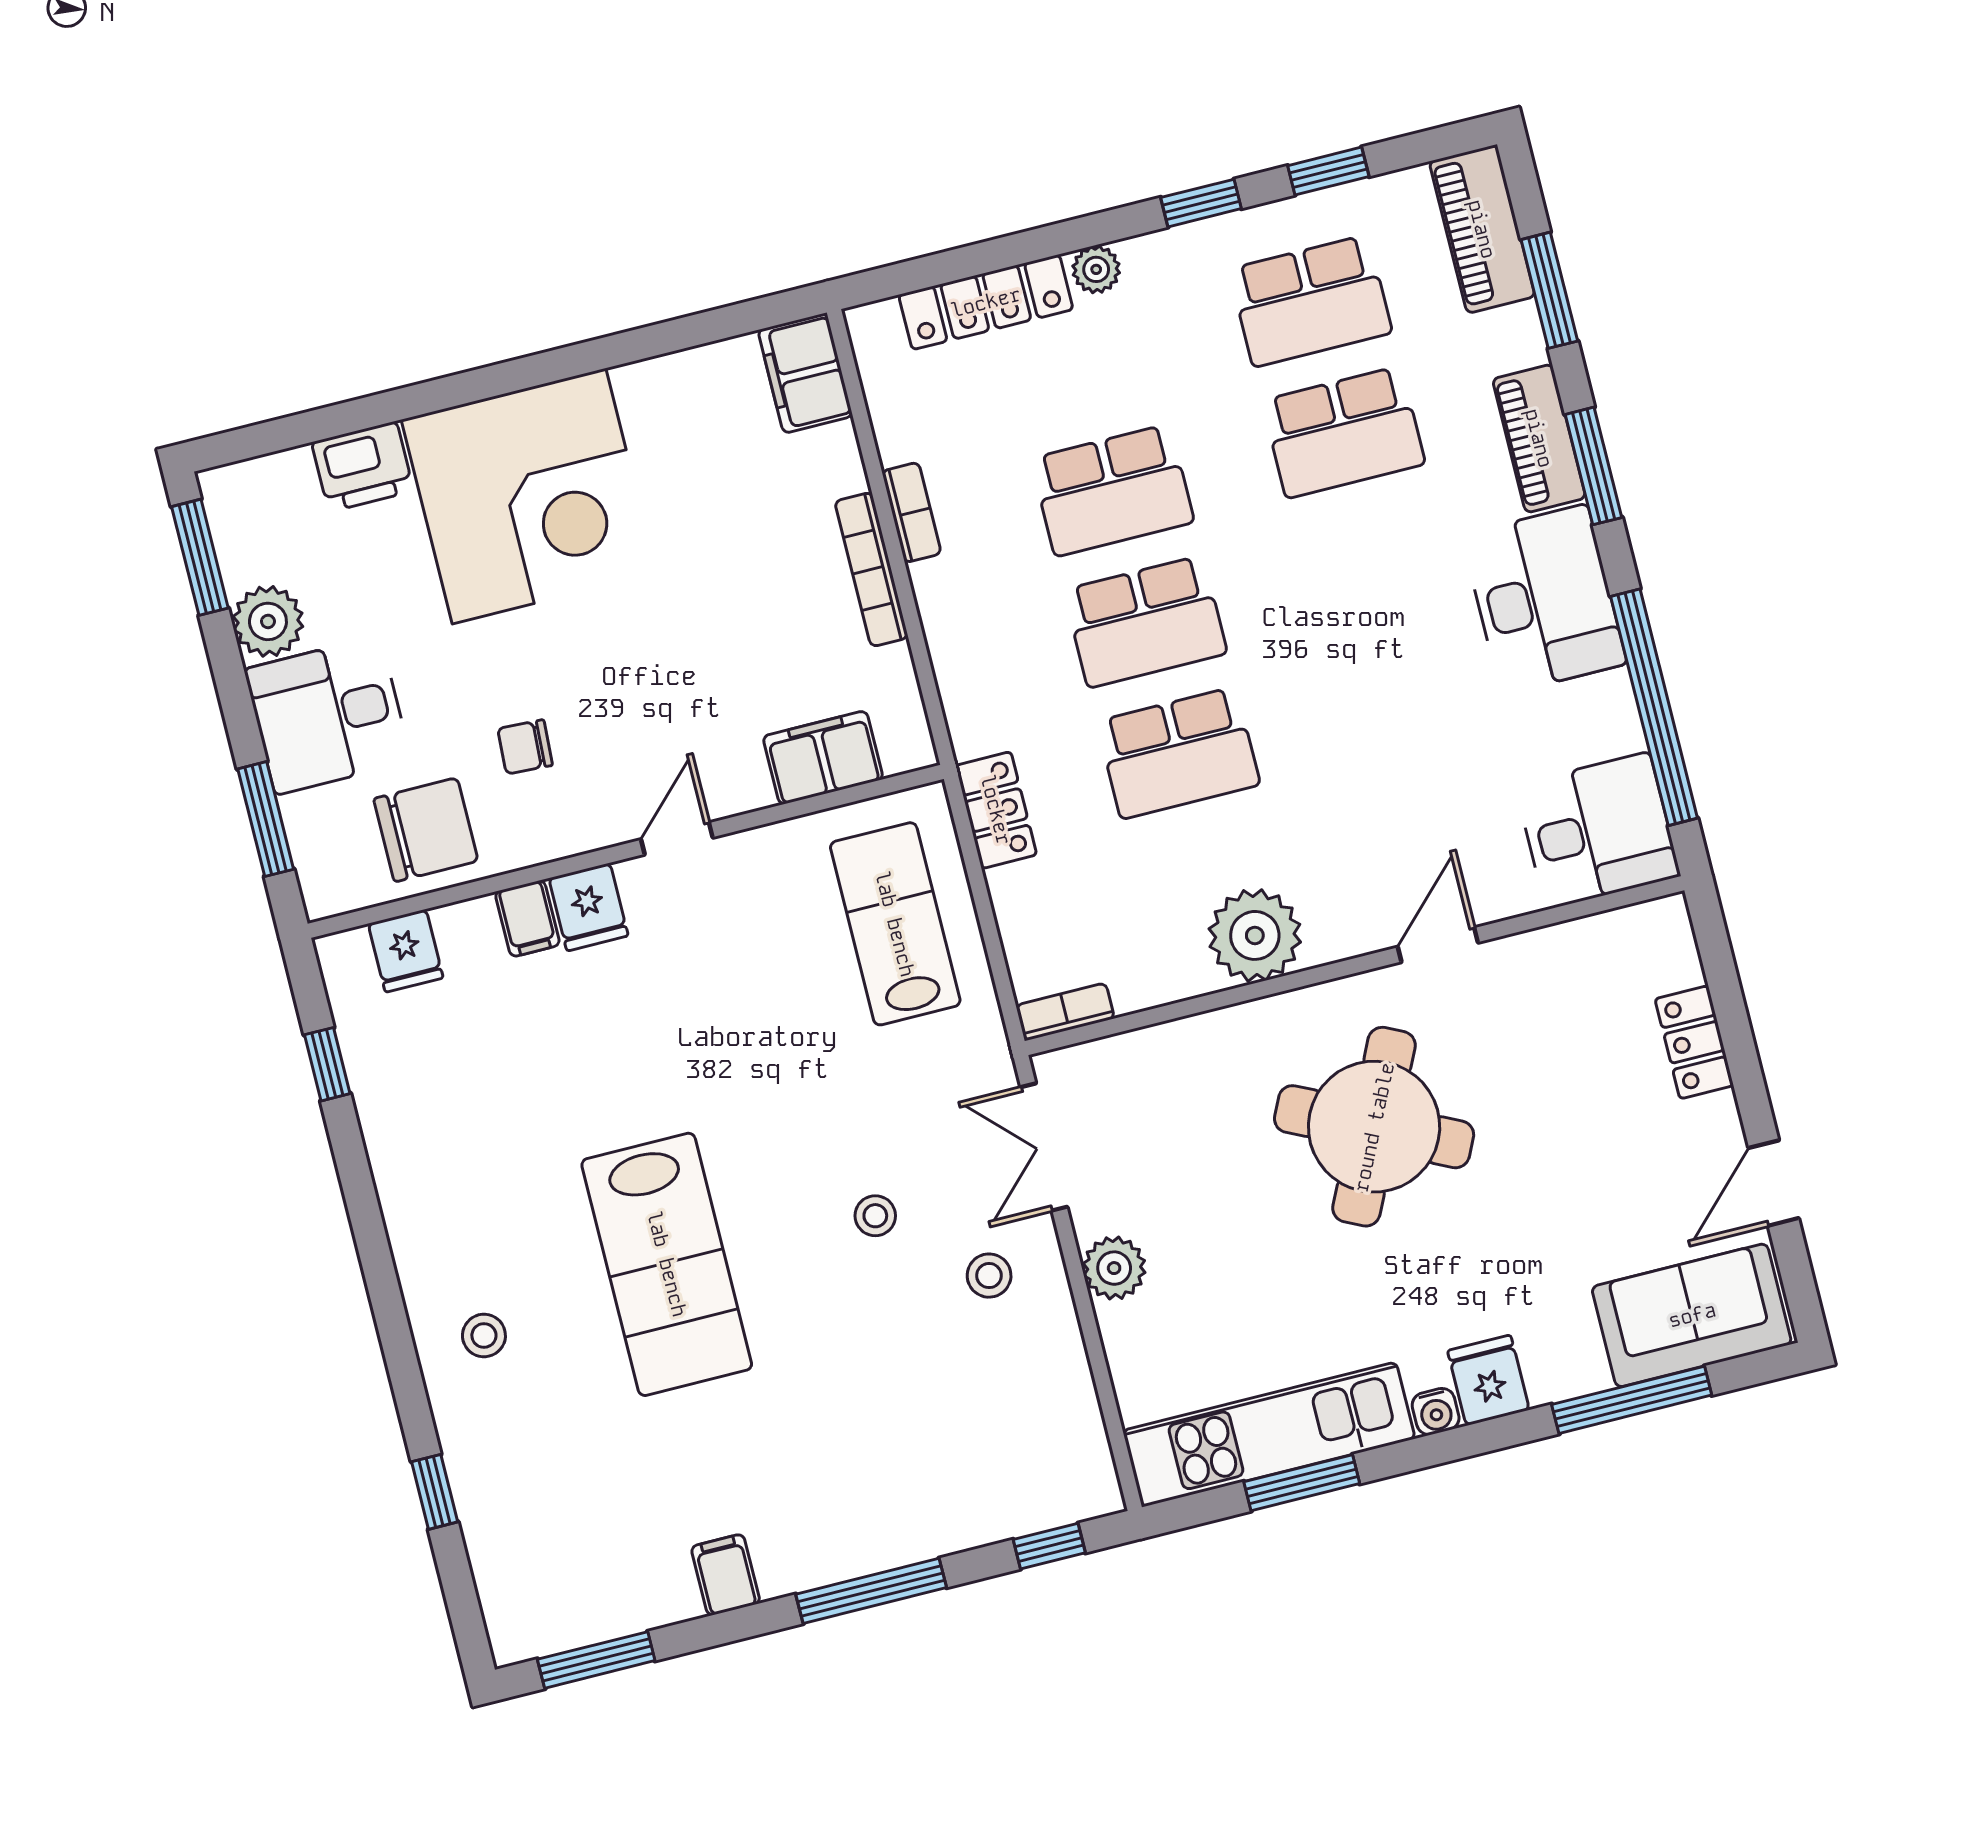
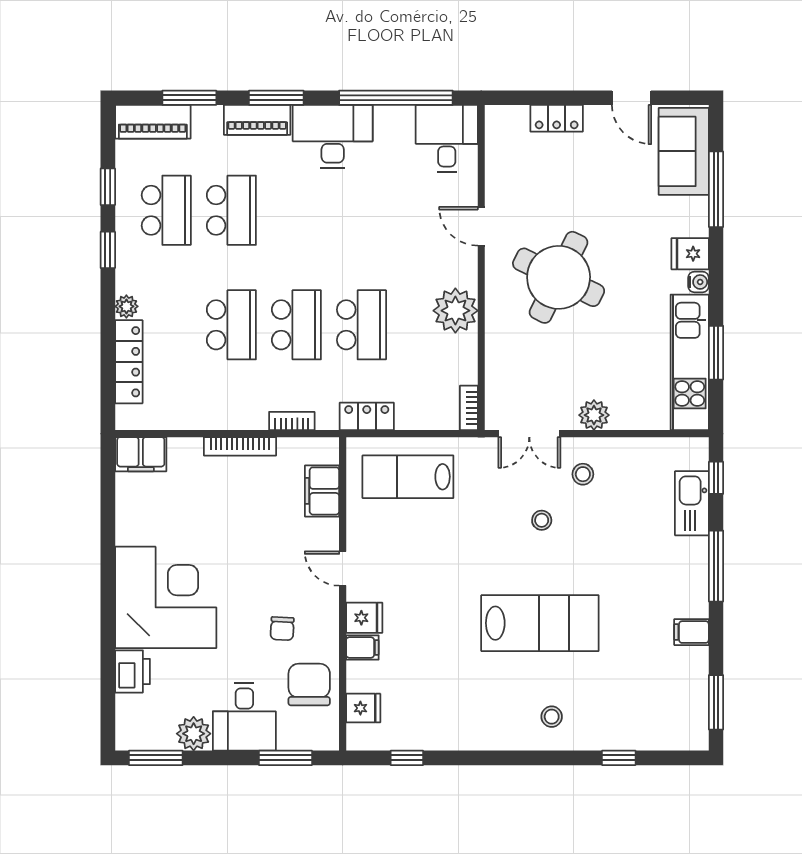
bookcase: (911, 512) -> (292, 421), moved
kitchen sink: (986, 1510) -> (692, 503), added

